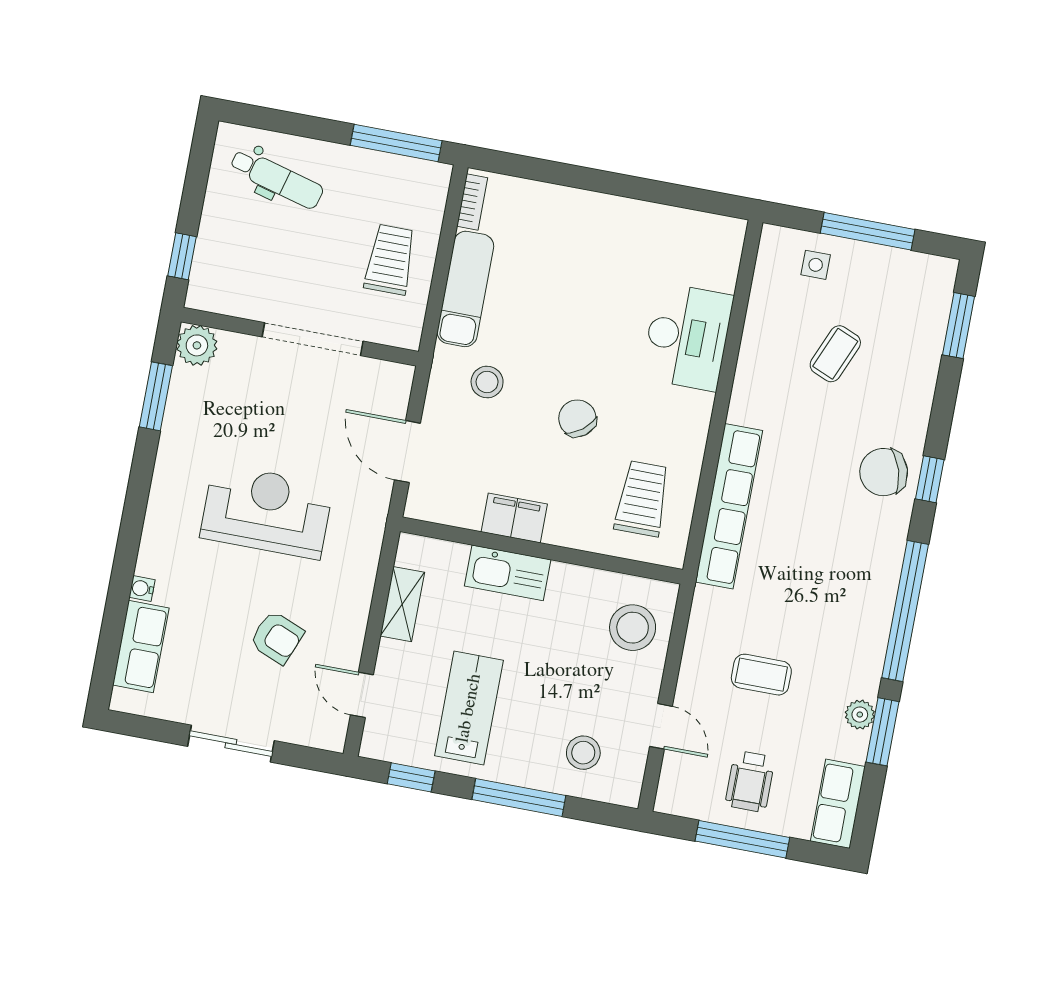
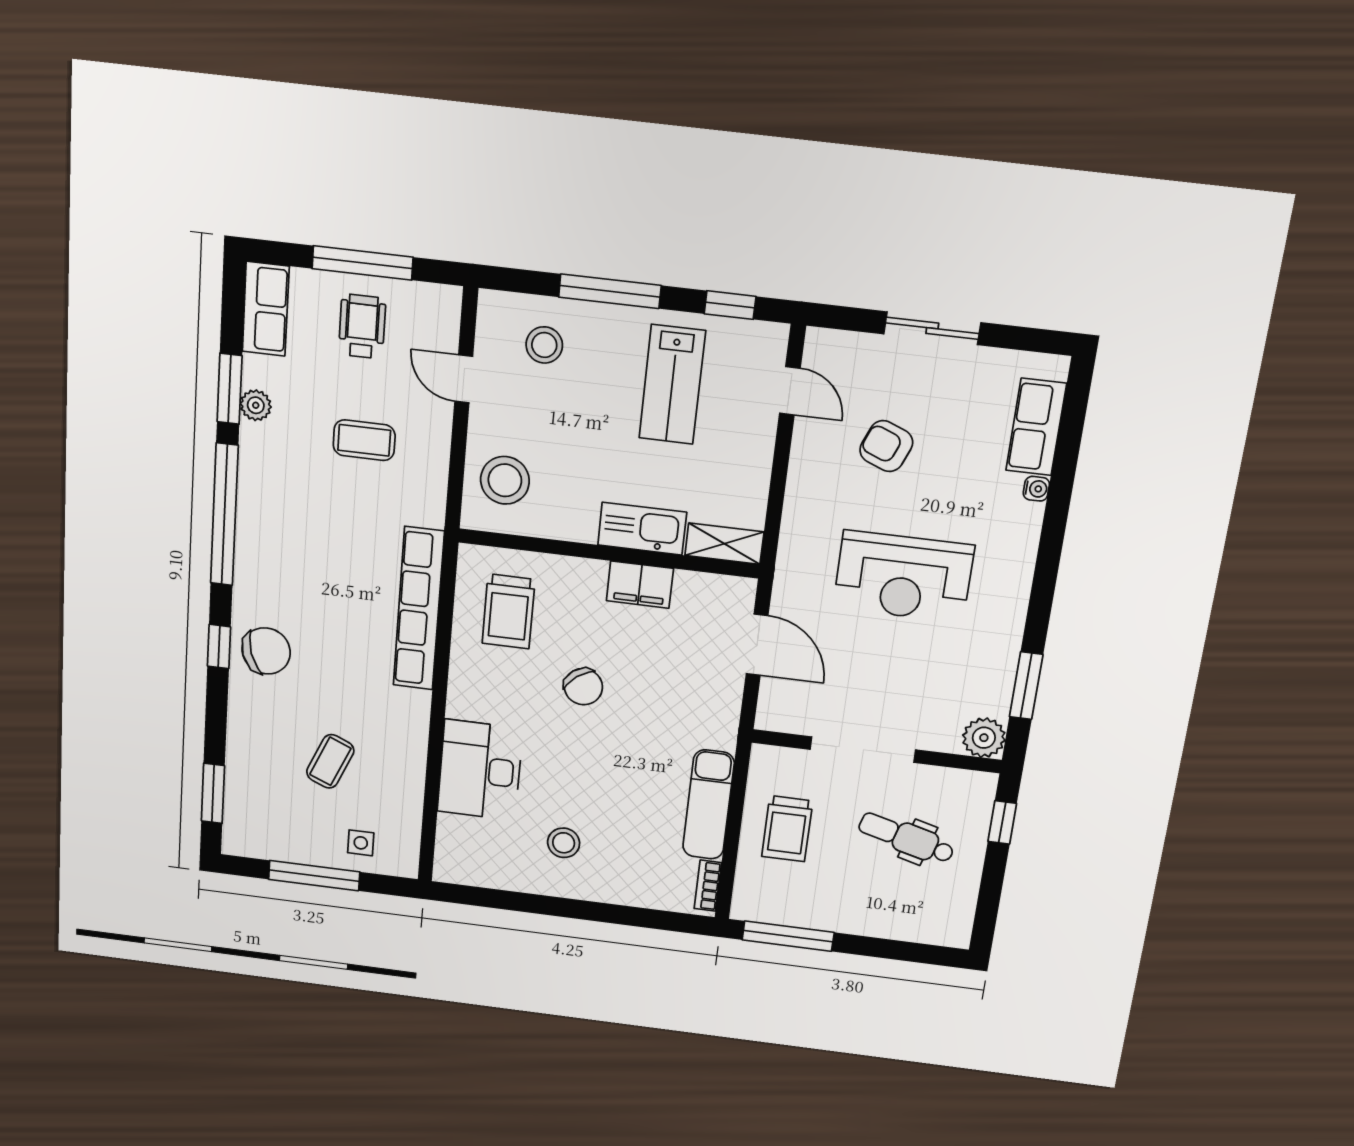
dental chair: (277, 179) -> (906, 838), moved
stool: (487, 382) -> (564, 843), moved
shelving: (402, 604) -> (724, 544), moved, turned 90

